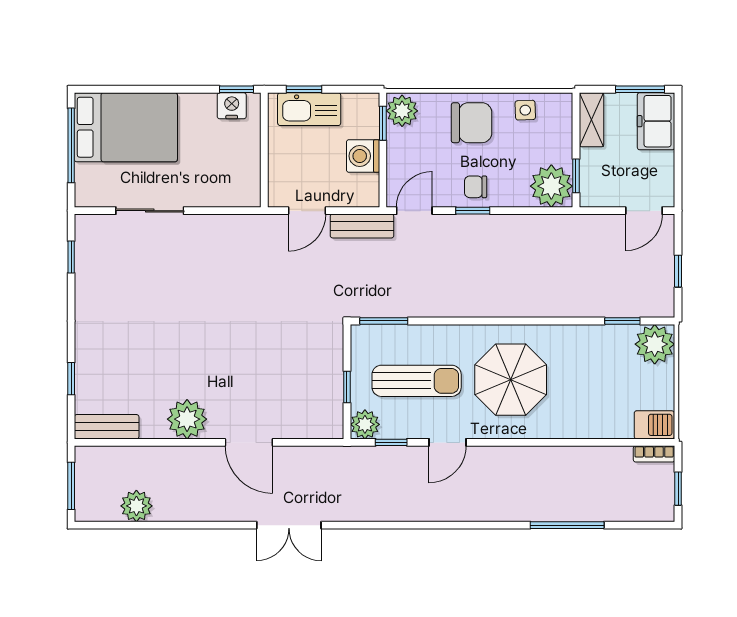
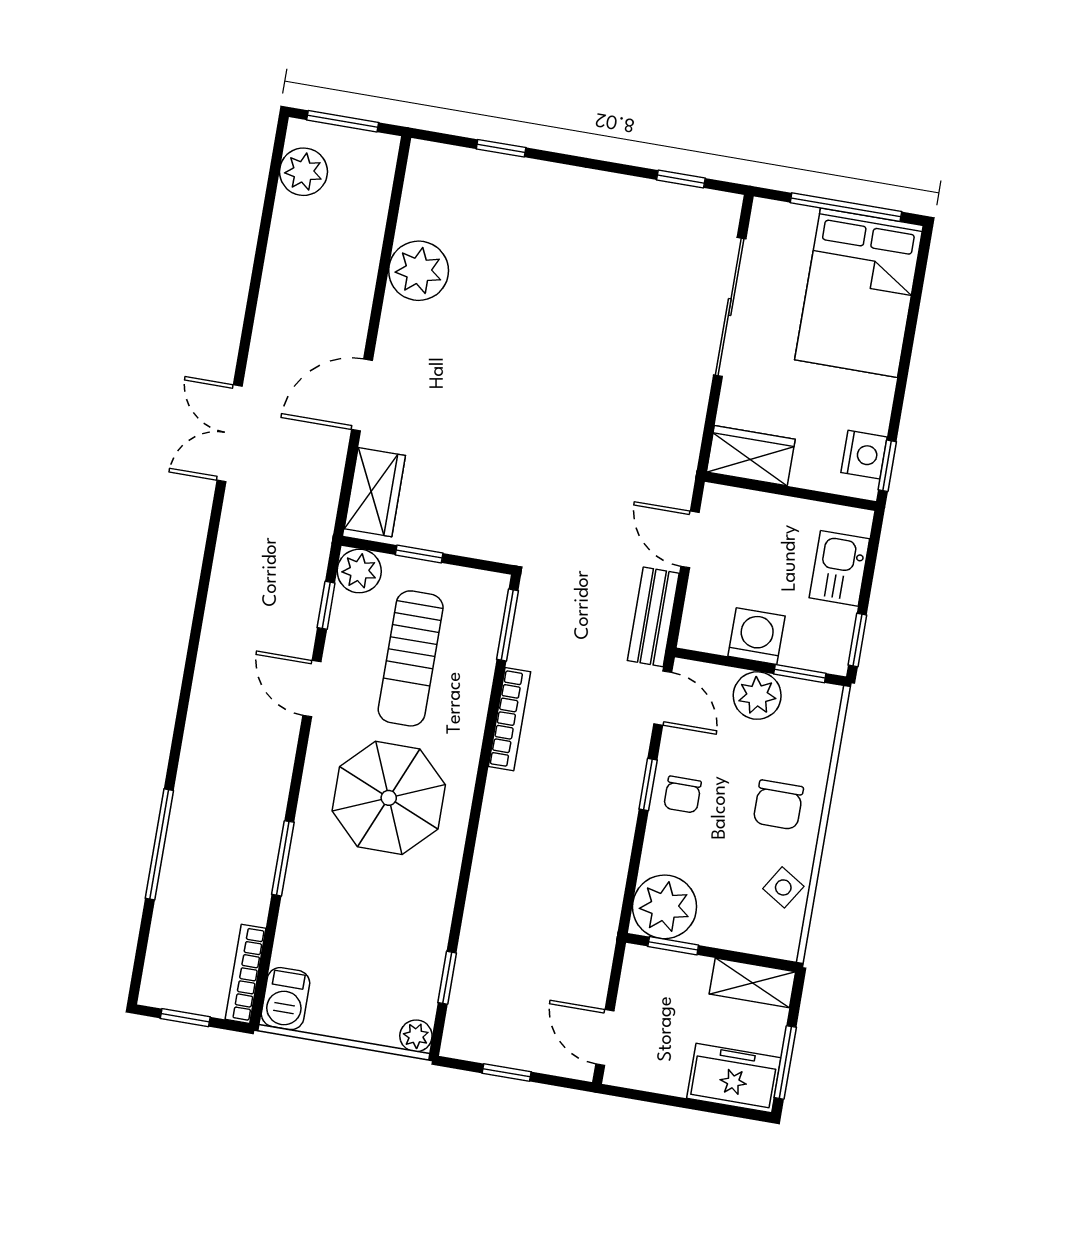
window: (304, 89) -> (857, 640), moved
kitchen sink: (309, 109) -> (839, 568), width x0.73
side table: (525, 110) -> (783, 887), turned 34
plant: (402, 111) -> (757, 696), moved
chair: (472, 123) -> (778, 805), width x0.73, depth x0.73
wardrobe: (245, 180) -> (751, 456), added
chair: (476, 187) -> (682, 795), turned 180
sliding door: (150, 211) -> (730, 307), width x1.37
bookcase: (445, 309) -> (509, 719), added
plant: (655, 344) -> (416, 1036), width x0.53, depth x0.53
plant: (187, 419) -> (419, 271), moved
wardrobe: (311, 423) -> (375, 492), added
bench: (107, 427) -> (421, 189), removed
window: (562, 442) -> (283, 858), added
bookcase: (654, 454) -> (246, 974), width x1.56
plant: (136, 506) -> (303, 172), moved

